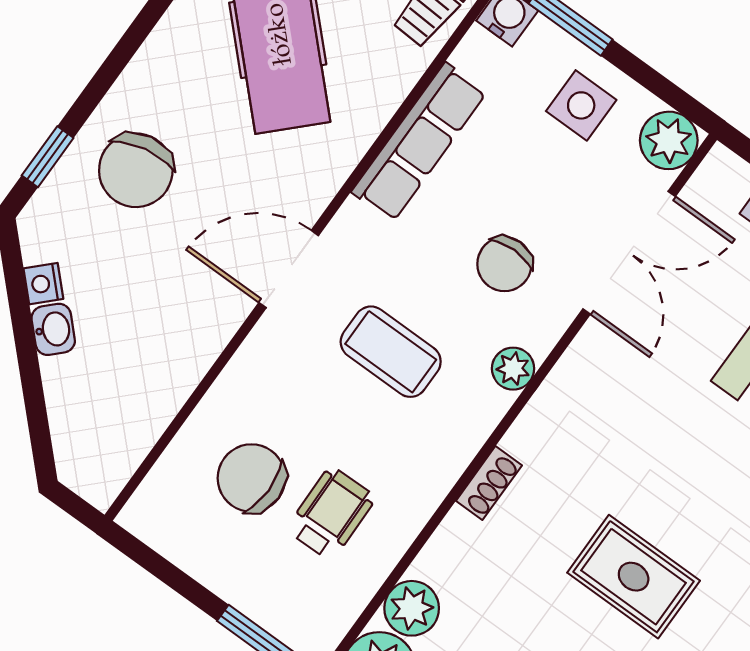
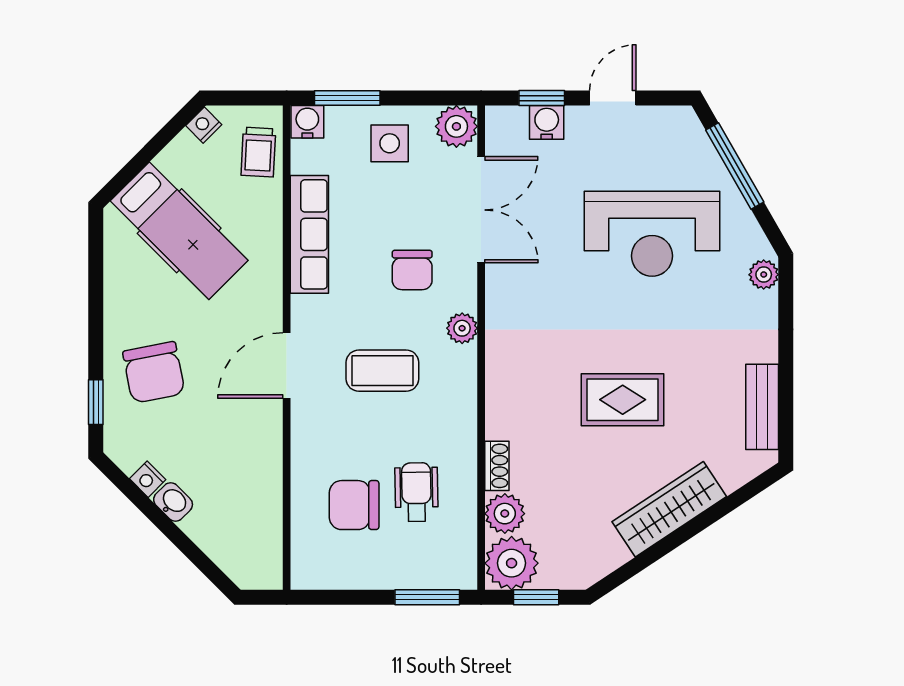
shoe rack: (489, 483) -> (497, 466), moved

